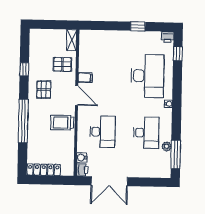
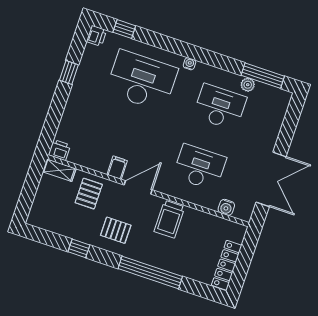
printer: (82, 170) -> (59, 150), moved

